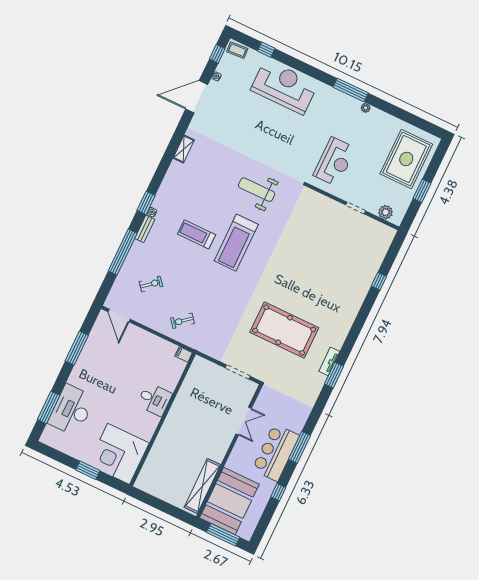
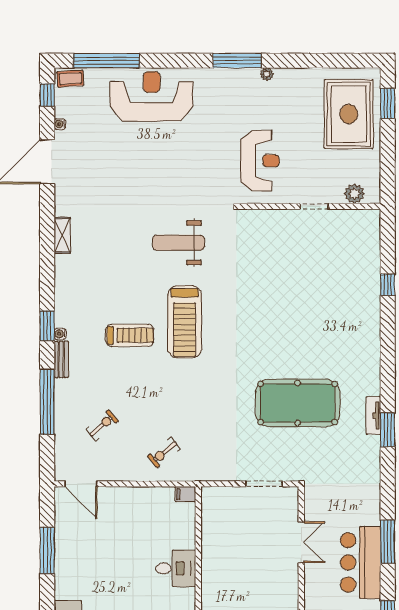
window: (266, 50) -> (107, 61), width x3.17
window: (422, 191) -> (388, 103), moved
treadmill: (196, 234) -> (130, 335), turned 180

